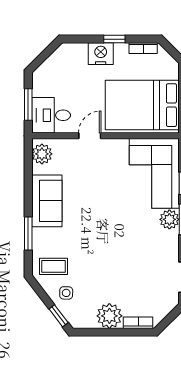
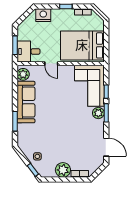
nightstand: (101, 54) -> (43, 15), moved
door: (90, 136) -> (51, 64), swing flipped
sofa: (47, 201) -> (26, 102), width x1.36
coffee table: (54, 266) -> (30, 141), removed

